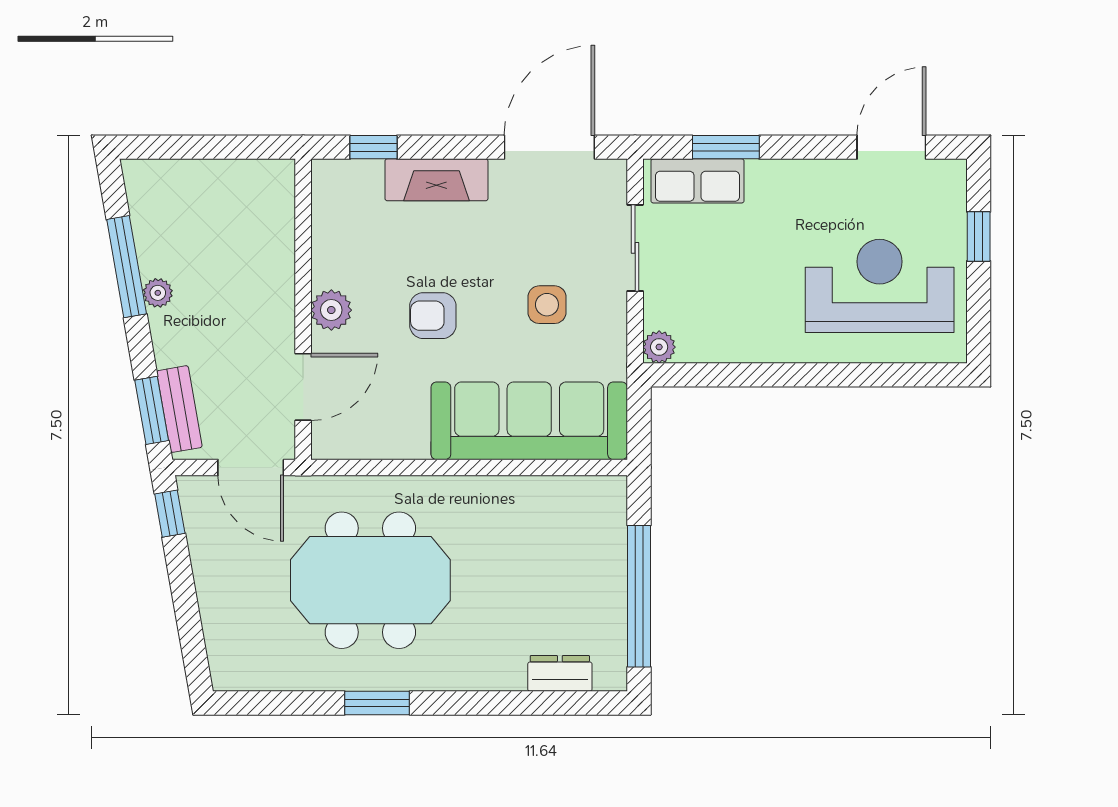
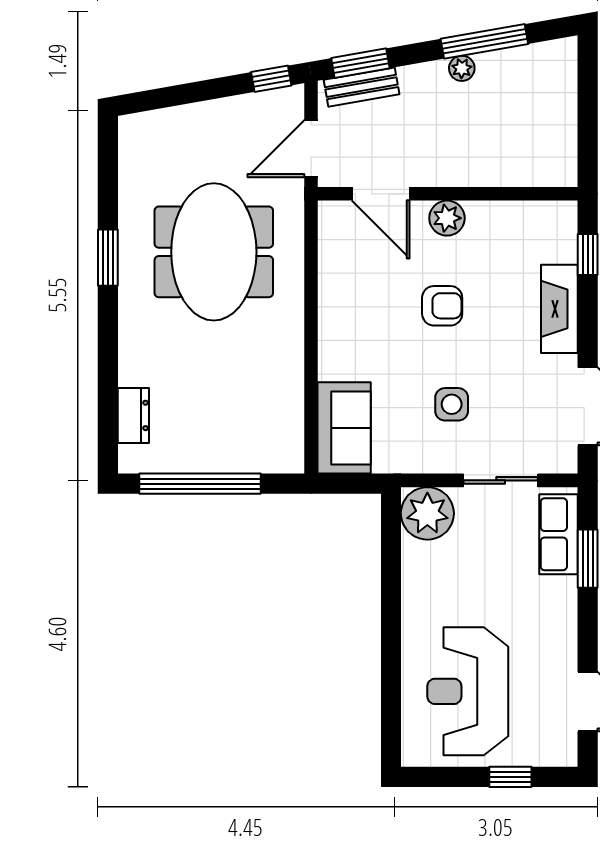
reception desk: (880, 286) -> (468, 691), turned 180
armchair: (433, 316) -> (442, 306), turned 90
plant: (659, 347) -> (427, 513), width x1.88, depth x1.88
sofa: (529, 421) -> (344, 428), width x0.54, depth x0.79

